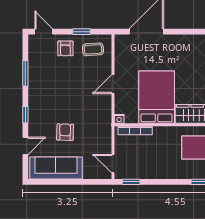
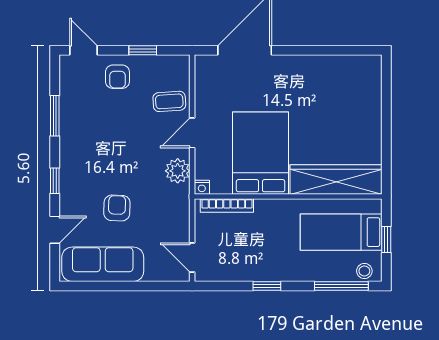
coffee table: (93, 49) -> (169, 101), moved
plant: (104, 108) -> (178, 171), added
window: (131, 182) -> (267, 286), moved

